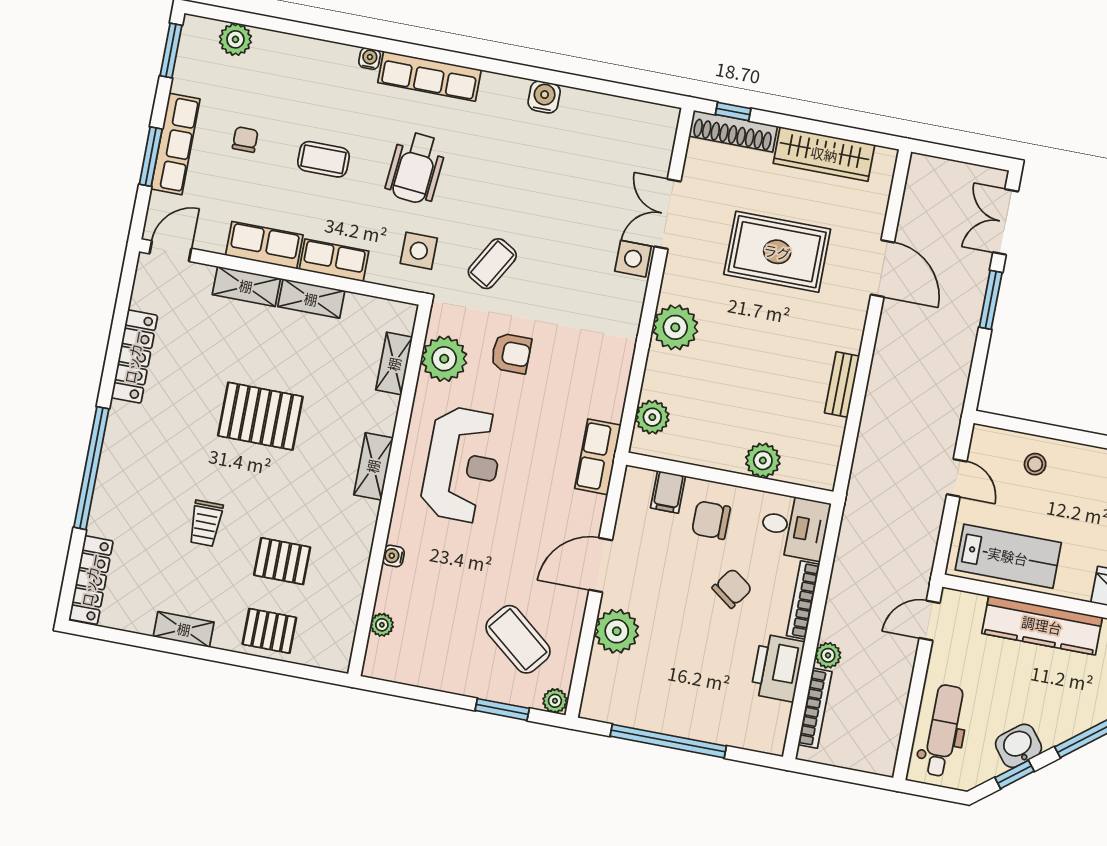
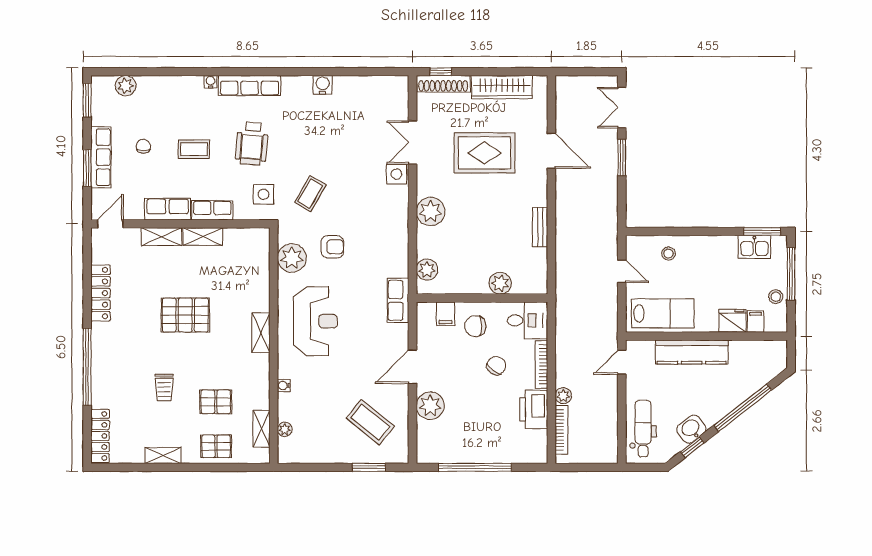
shelving: (394, 364) -> (261, 429), moved
plant: (555, 701) -> (400, 456), removed

